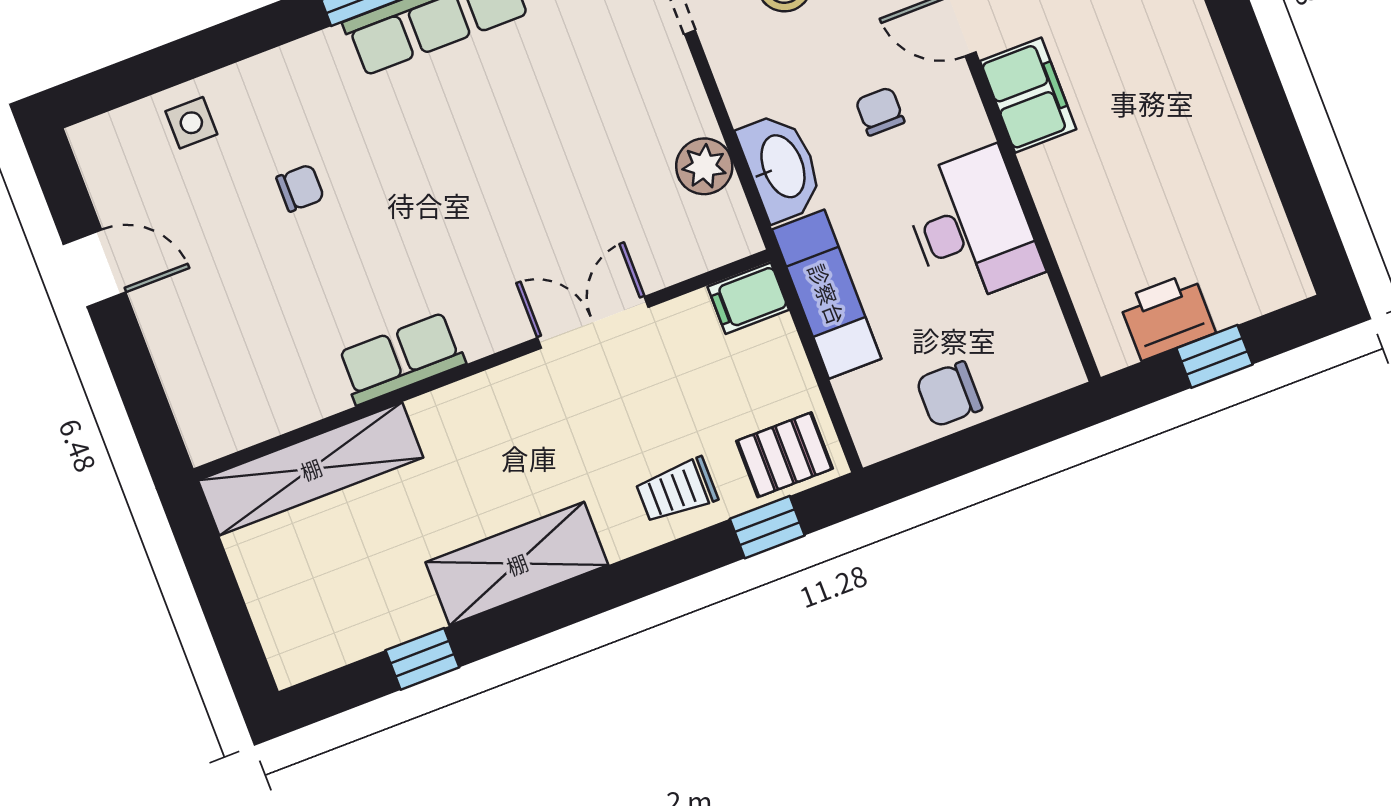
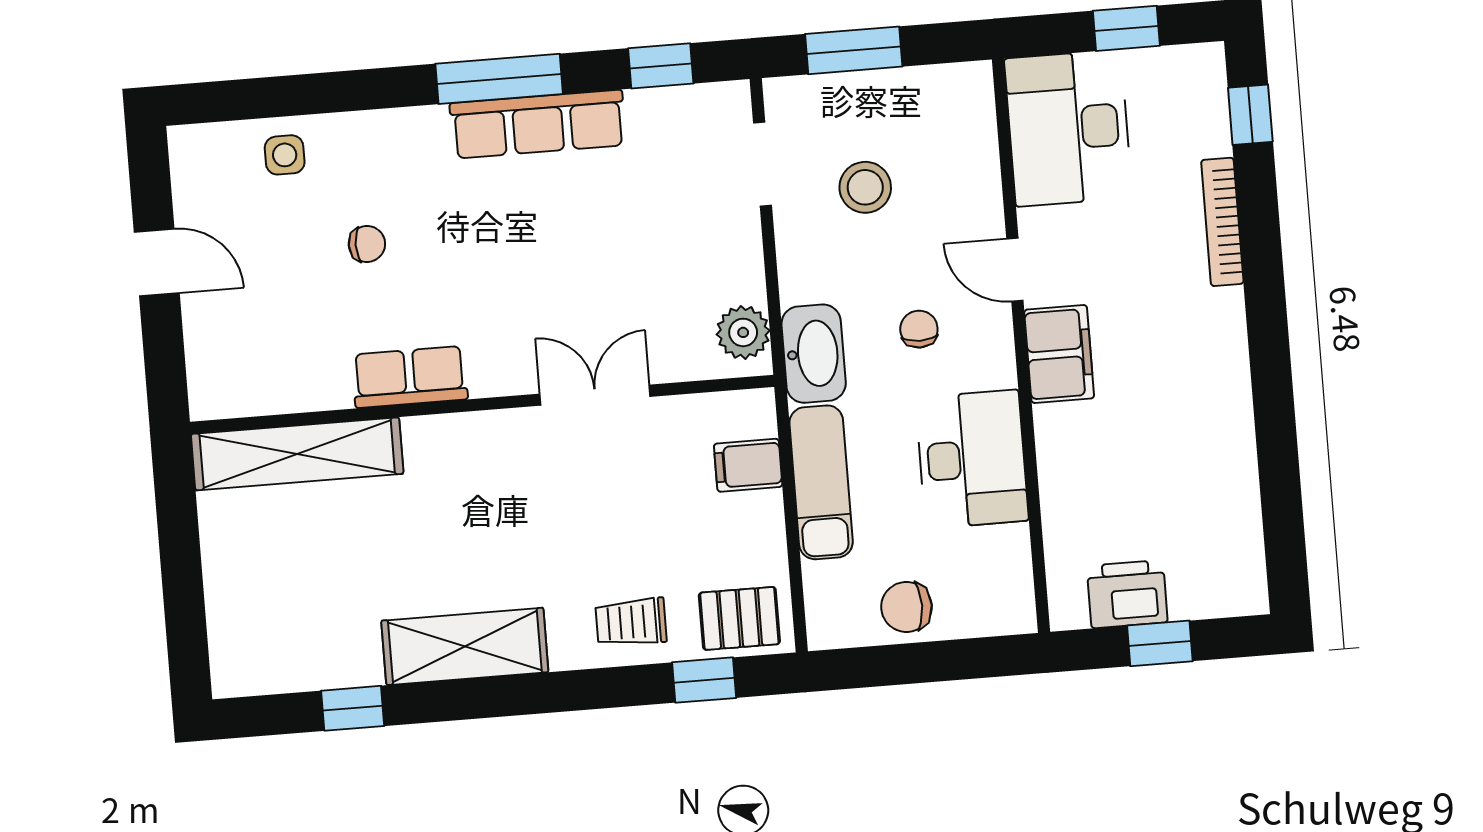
double door: (593, 322) -> (595, 395), moved
row of seats: (401, 359) -> (410, 377), moved
wall: (482, 365) -> (482, 404), moved
shelving: (311, 469) -> (297, 454), moved

